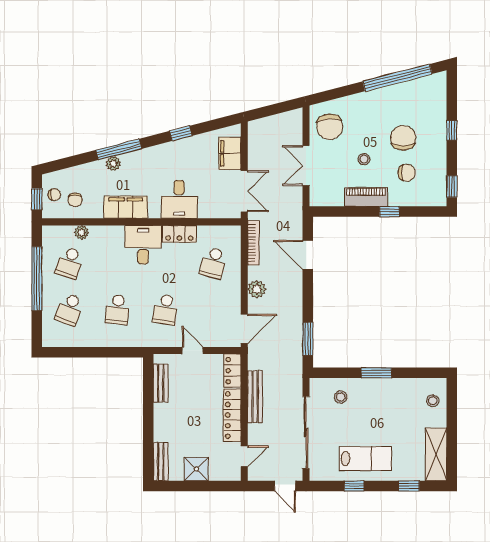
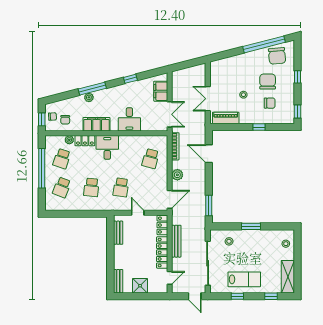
chair: (330, 127) -> (277, 56), moved
piano: (366, 197) -> (226, 118), moved
locker: (179, 234) -> (85, 141), moved

